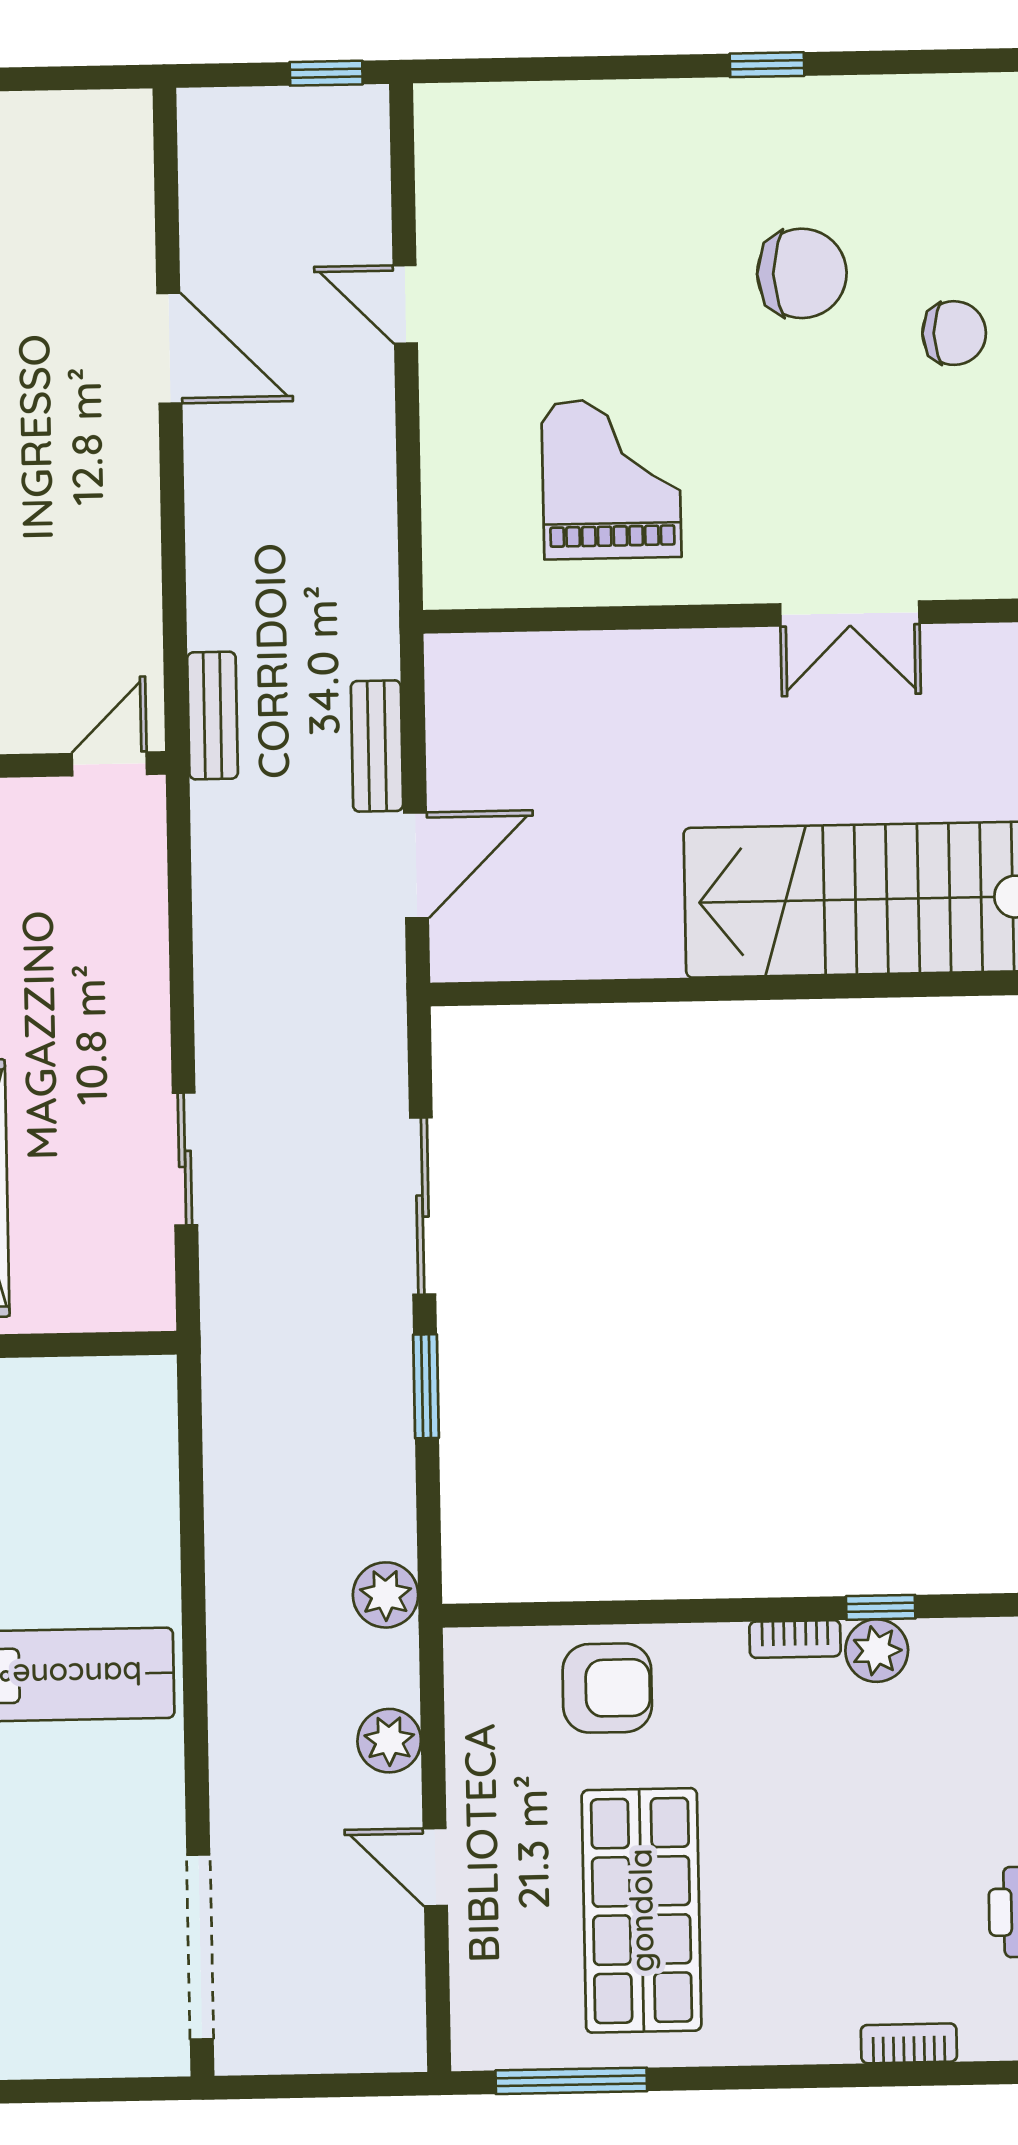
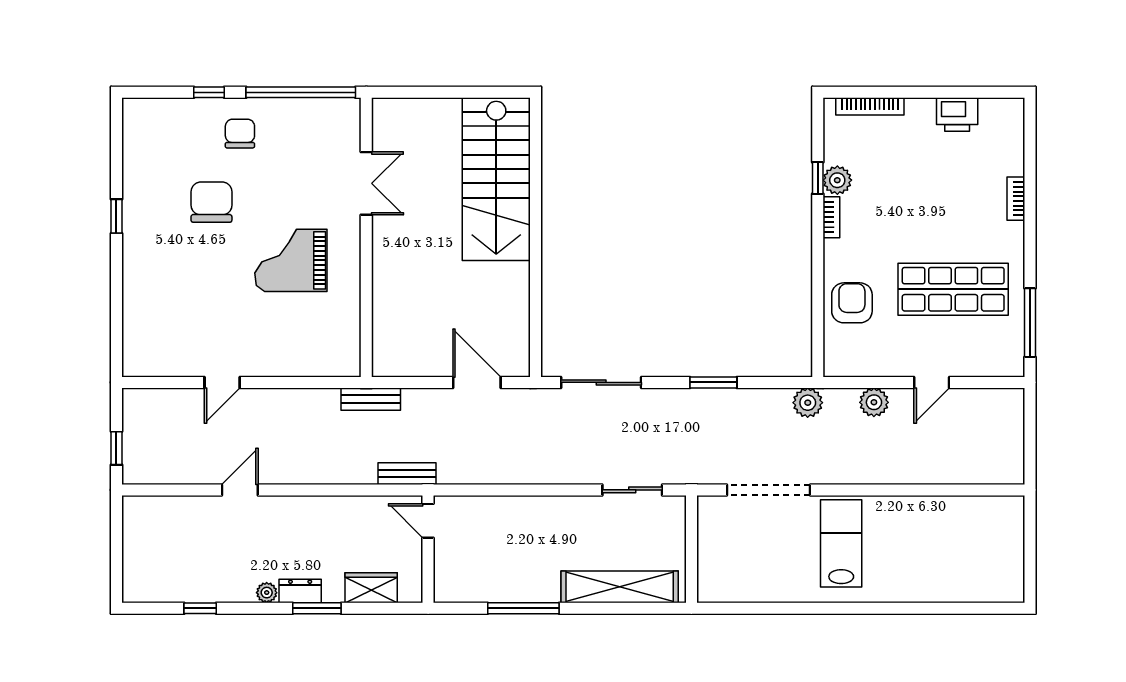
window: (326, 73) -> (116, 448), moved
door: (169, 348) -> (240, 490), width x0.73
grand piano: (611, 479) -> (291, 260), moved
bench: (377, 746) -> (371, 399), moved
sliding door: (185, 1159) -> (632, 490), moved
sliding door: (423, 1206) -> (601, 382), moved
doorway: (200, 1947) -> (769, 490), moved
bookcase: (909, 2043) -> (1016, 199), moved

